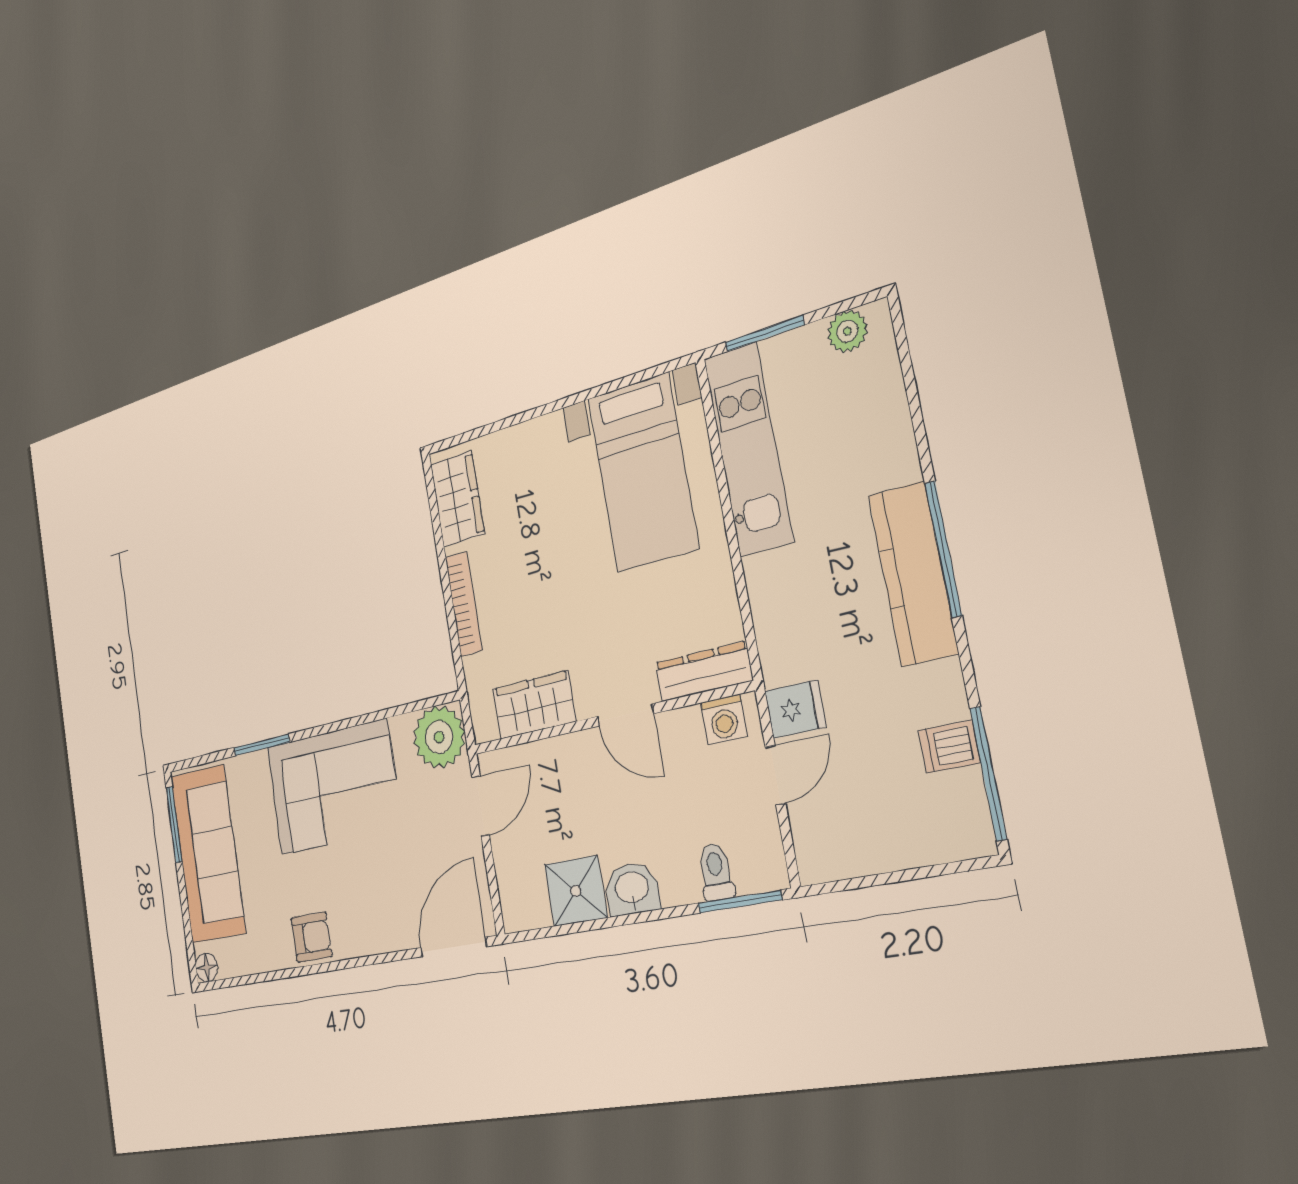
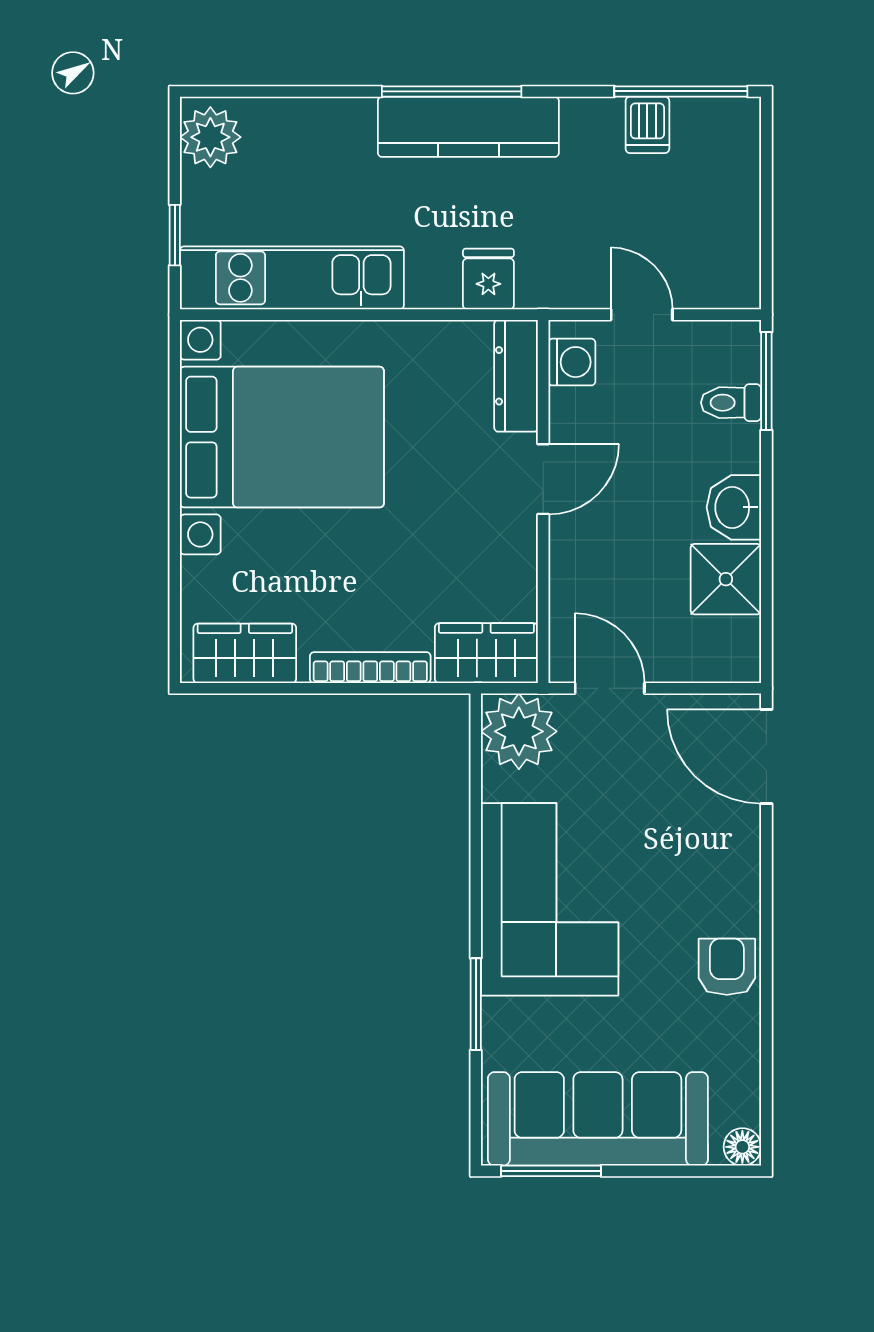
plant: (847, 331) -> (210, 137), width x1.38, depth x1.38
window: (765, 333) -> (175, 235), width x0.67
bed with nightstands: (643, 473) -> (282, 437), width x1.36
wardrobe: (534, 705) -> (486, 653), moved, turned 90
fridge: (795, 709) -> (488, 279), moved

